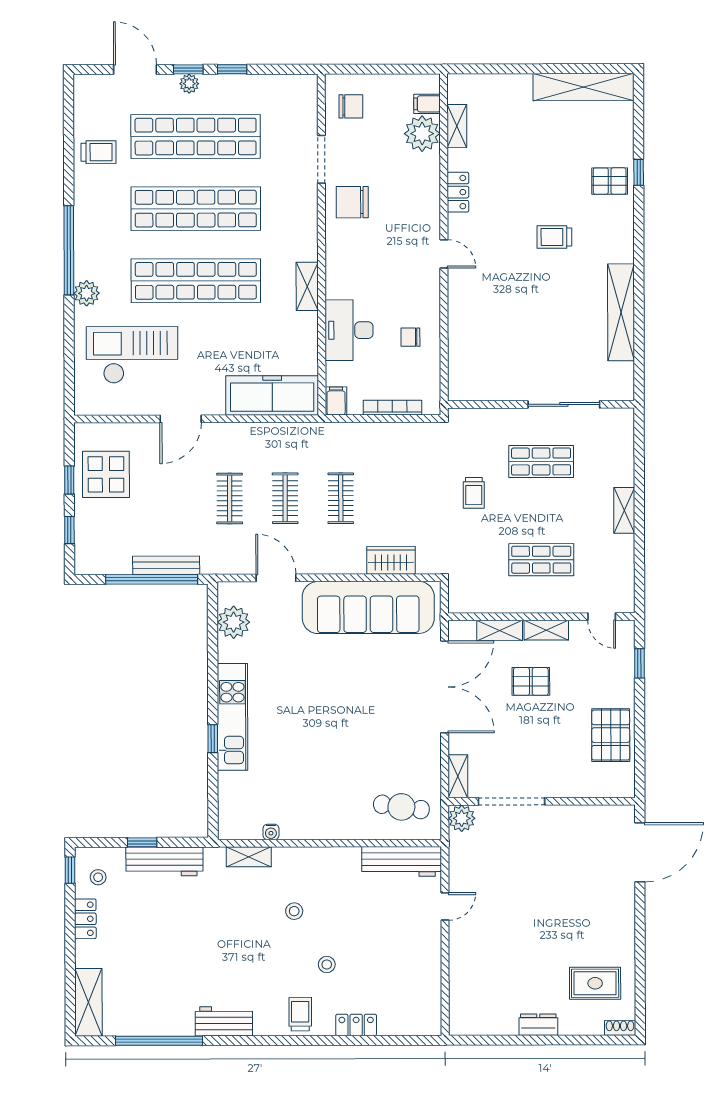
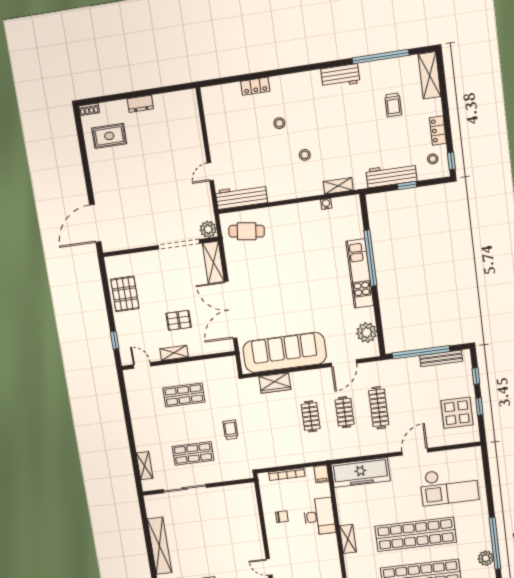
plant: (87, 293) -> (486, 558), moved
clothes rail: (230, 498) -> (379, 408), width x1.36
shelving: (624, 510) -> (145, 466), moved
bench: (166, 565) -> (441, 358), moved
door: (276, 578) -> (344, 363), hinge flipped
shelving: (500, 630) -> (202, 349), removed
window: (213, 739) -> (370, 258), width x3.17
shelving: (458, 776) -> (213, 262), width x1.50, depth x1.33
trolley: (300, 1014) -> (393, 105), moved

